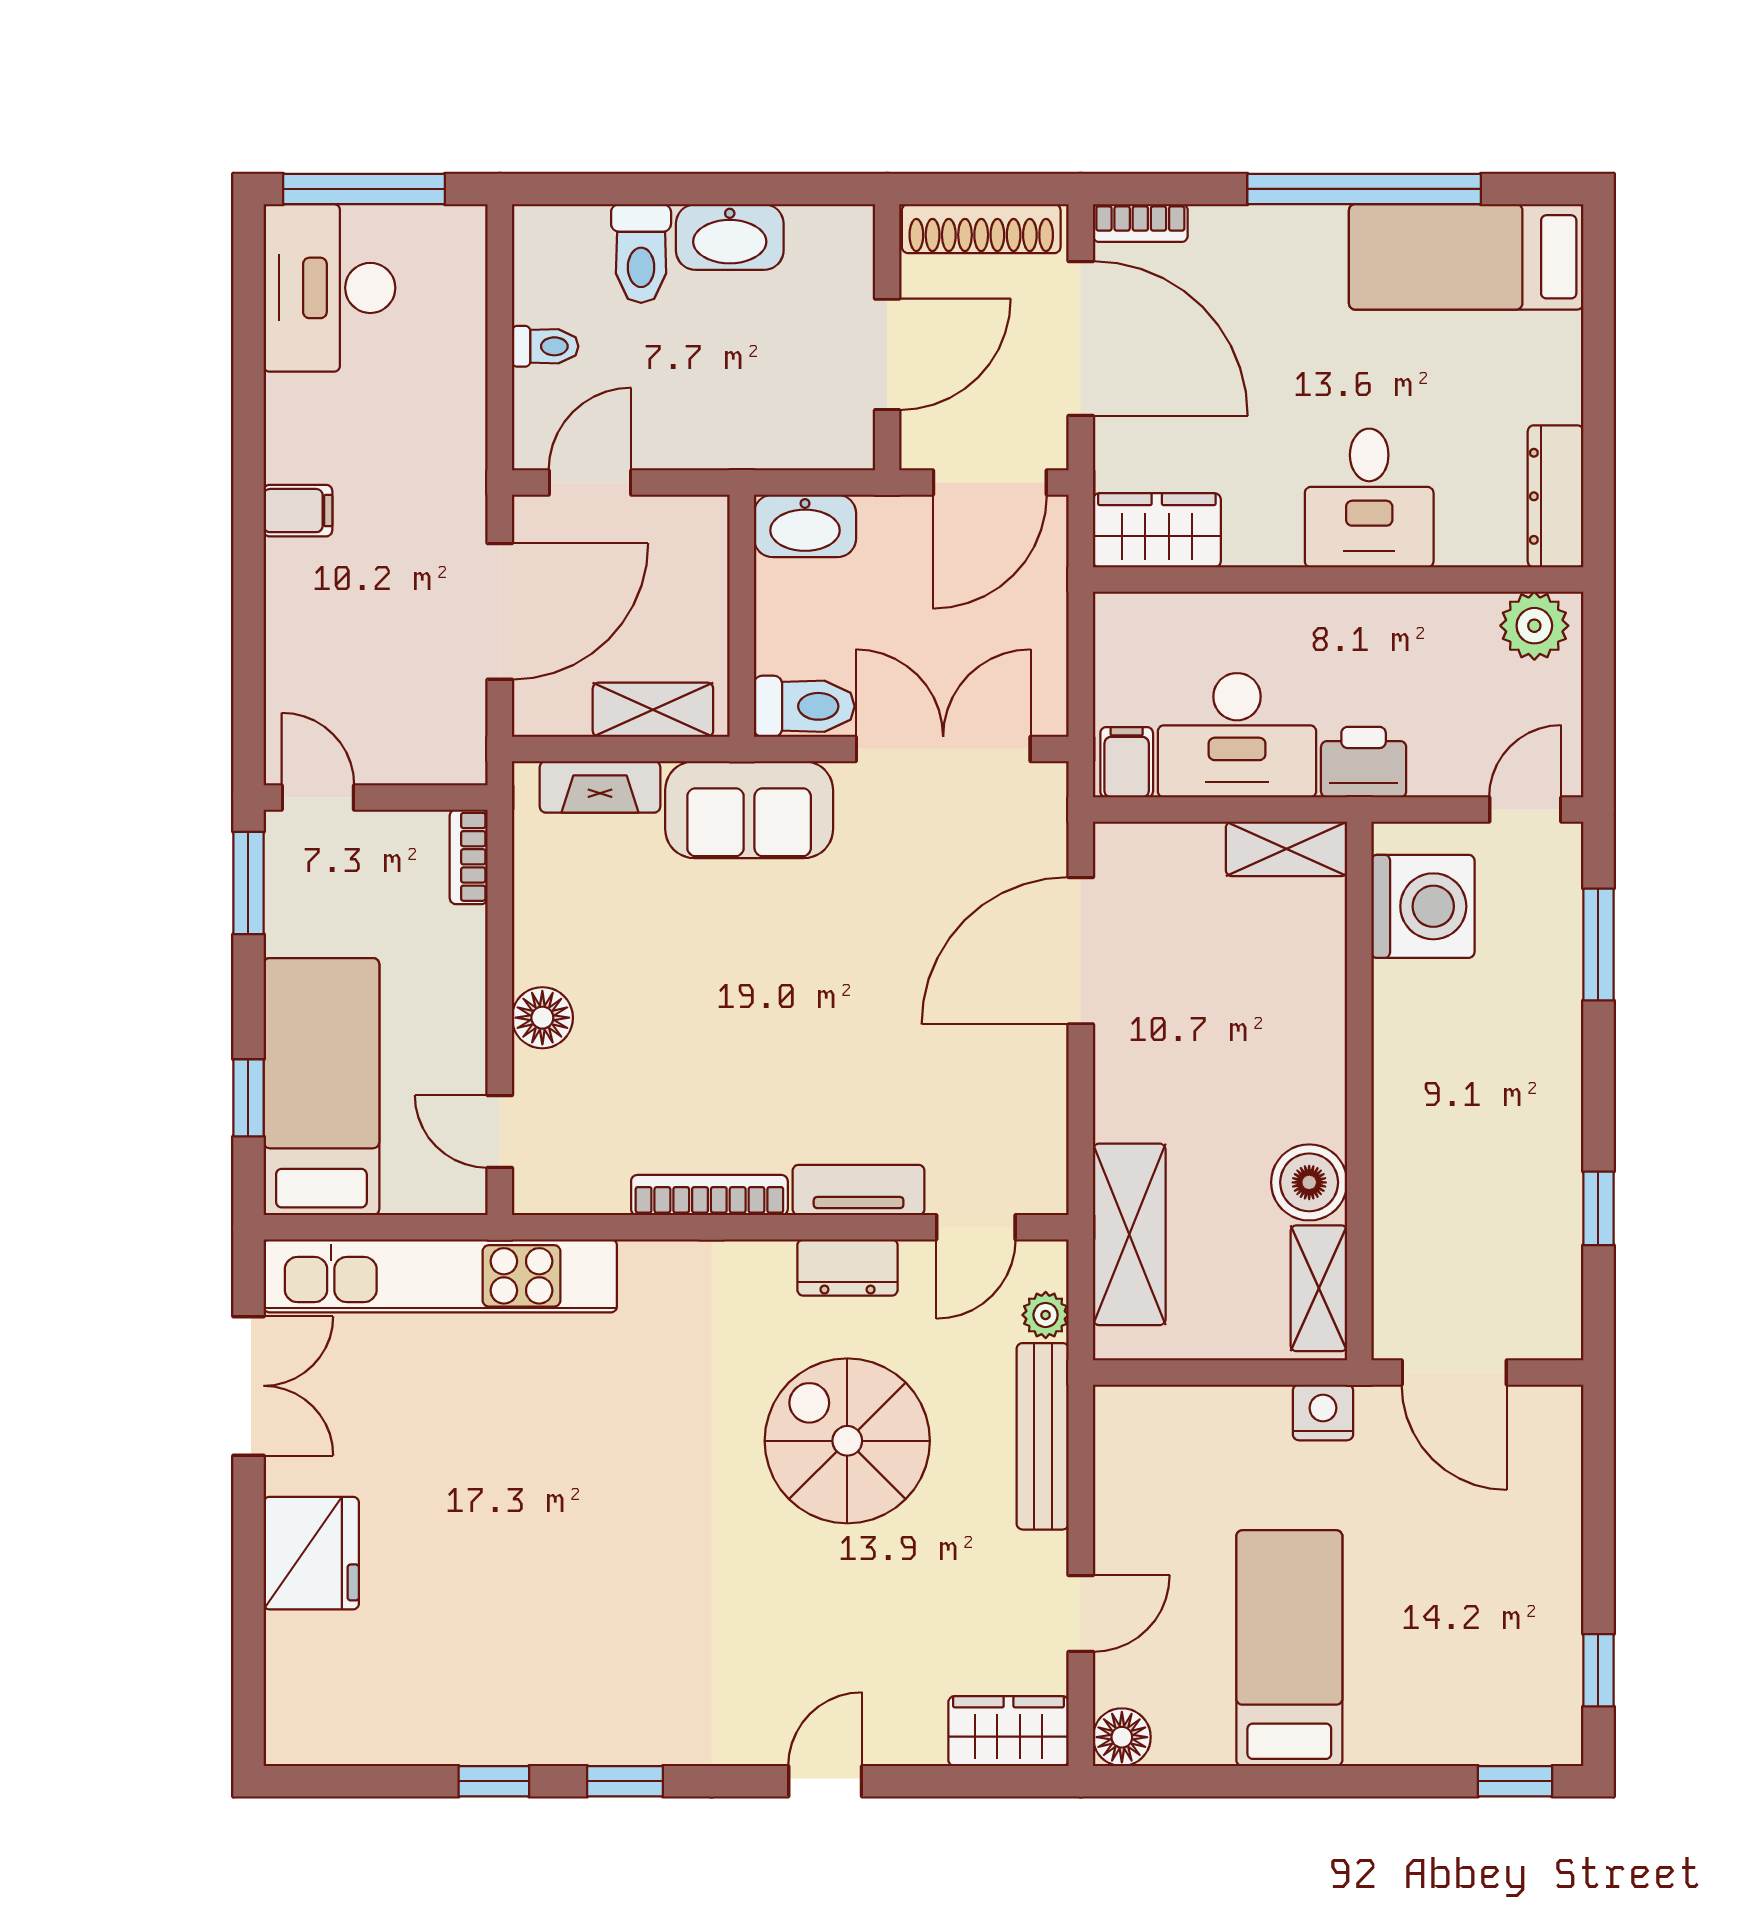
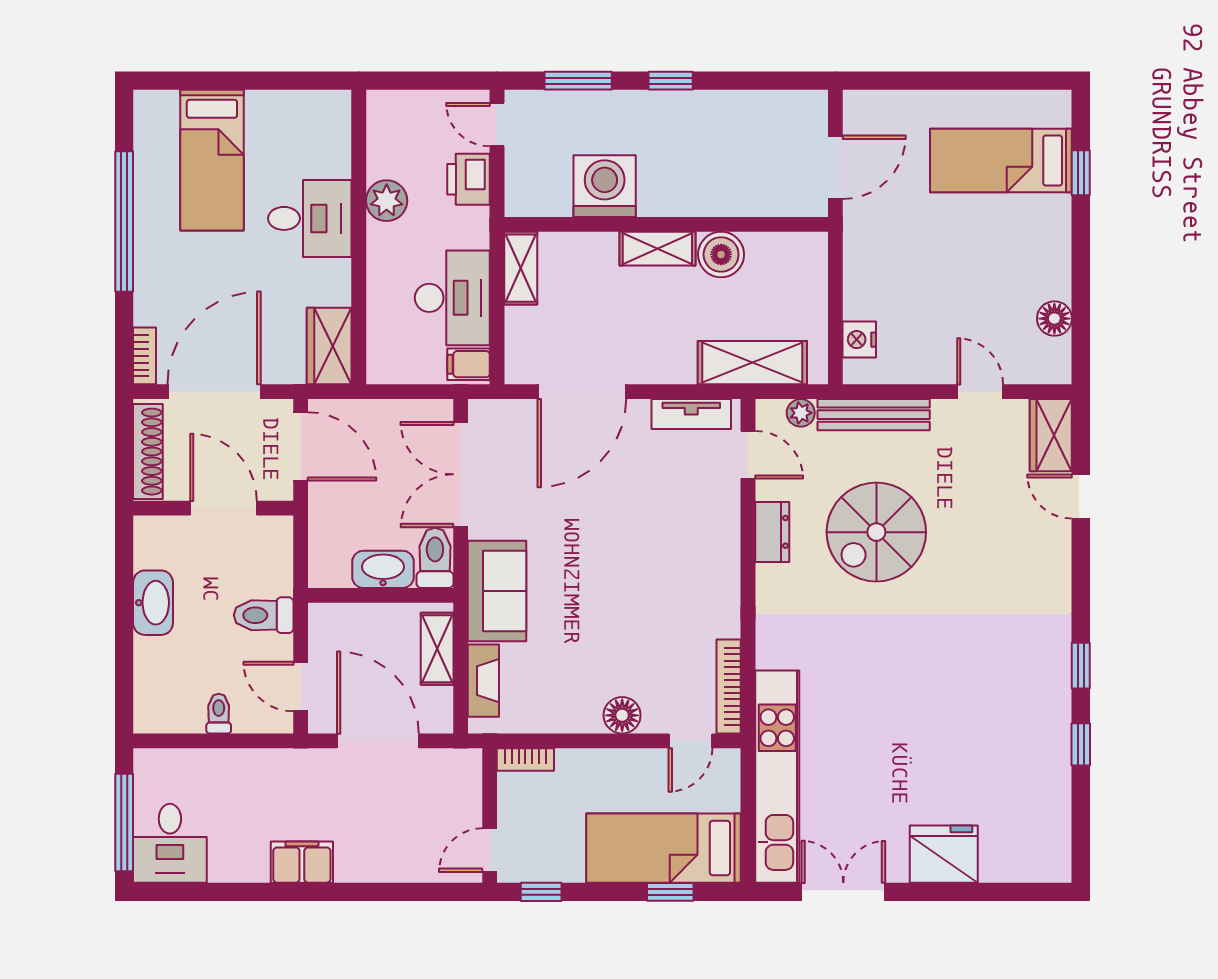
toilet: (641, 254) -> (264, 615), moved, turned 180
bed: (1466, 257) -> (212, 160), moved
desk: (329, 288) -> (170, 843), width x0.73
dresser: (1556, 496) -> (309, 106), removed
filing cabinet: (298, 511) -> (302, 862), width x2.00
washbasin: (805, 526) -> (383, 569), moved, turned -90
plant: (1534, 626) -> (387, 201), moved
printer: (1364, 762) -> (469, 179), moved
window: (248, 883) -> (541, 892), width x0.67
washing machine: (1423, 906) -> (605, 186), moved
door: (1081, 951) -> (582, 392), hinge flipped
tv unit: (859, 1190) -> (691, 414), moved, turned -90
bookcase: (709, 1195) -> (729, 687), moved
window: (1598, 1208) -> (671, 81), moved
shelving: (1319, 1288) -> (657, 249), moved
nightstand: (1323, 1412) -> (859, 340), moved
bed: (1289, 1648) -> (1001, 161), moved
window: (1598, 1670) -> (1014, 81), removed
floor lamp: (1122, 1737) -> (1054, 319), moved
door: (825, 1781) -> (1081, 497), moved
window: (1515, 1781) -> (1081, 173), moved

